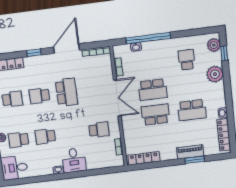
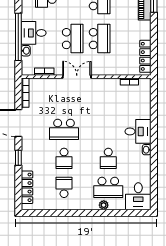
desk: (154, 52) -> (34, 33), added
school desk: (66, 92) -> (64, 129), turned 180
double door: (117, 98) -> (77, 77), width x0.73
school desk: (155, 115) -> (100, 39), turned 180
school desk: (99, 130) -> (108, 100), removed
school desk: (19, 140) -> (108, 187), width x1.85

